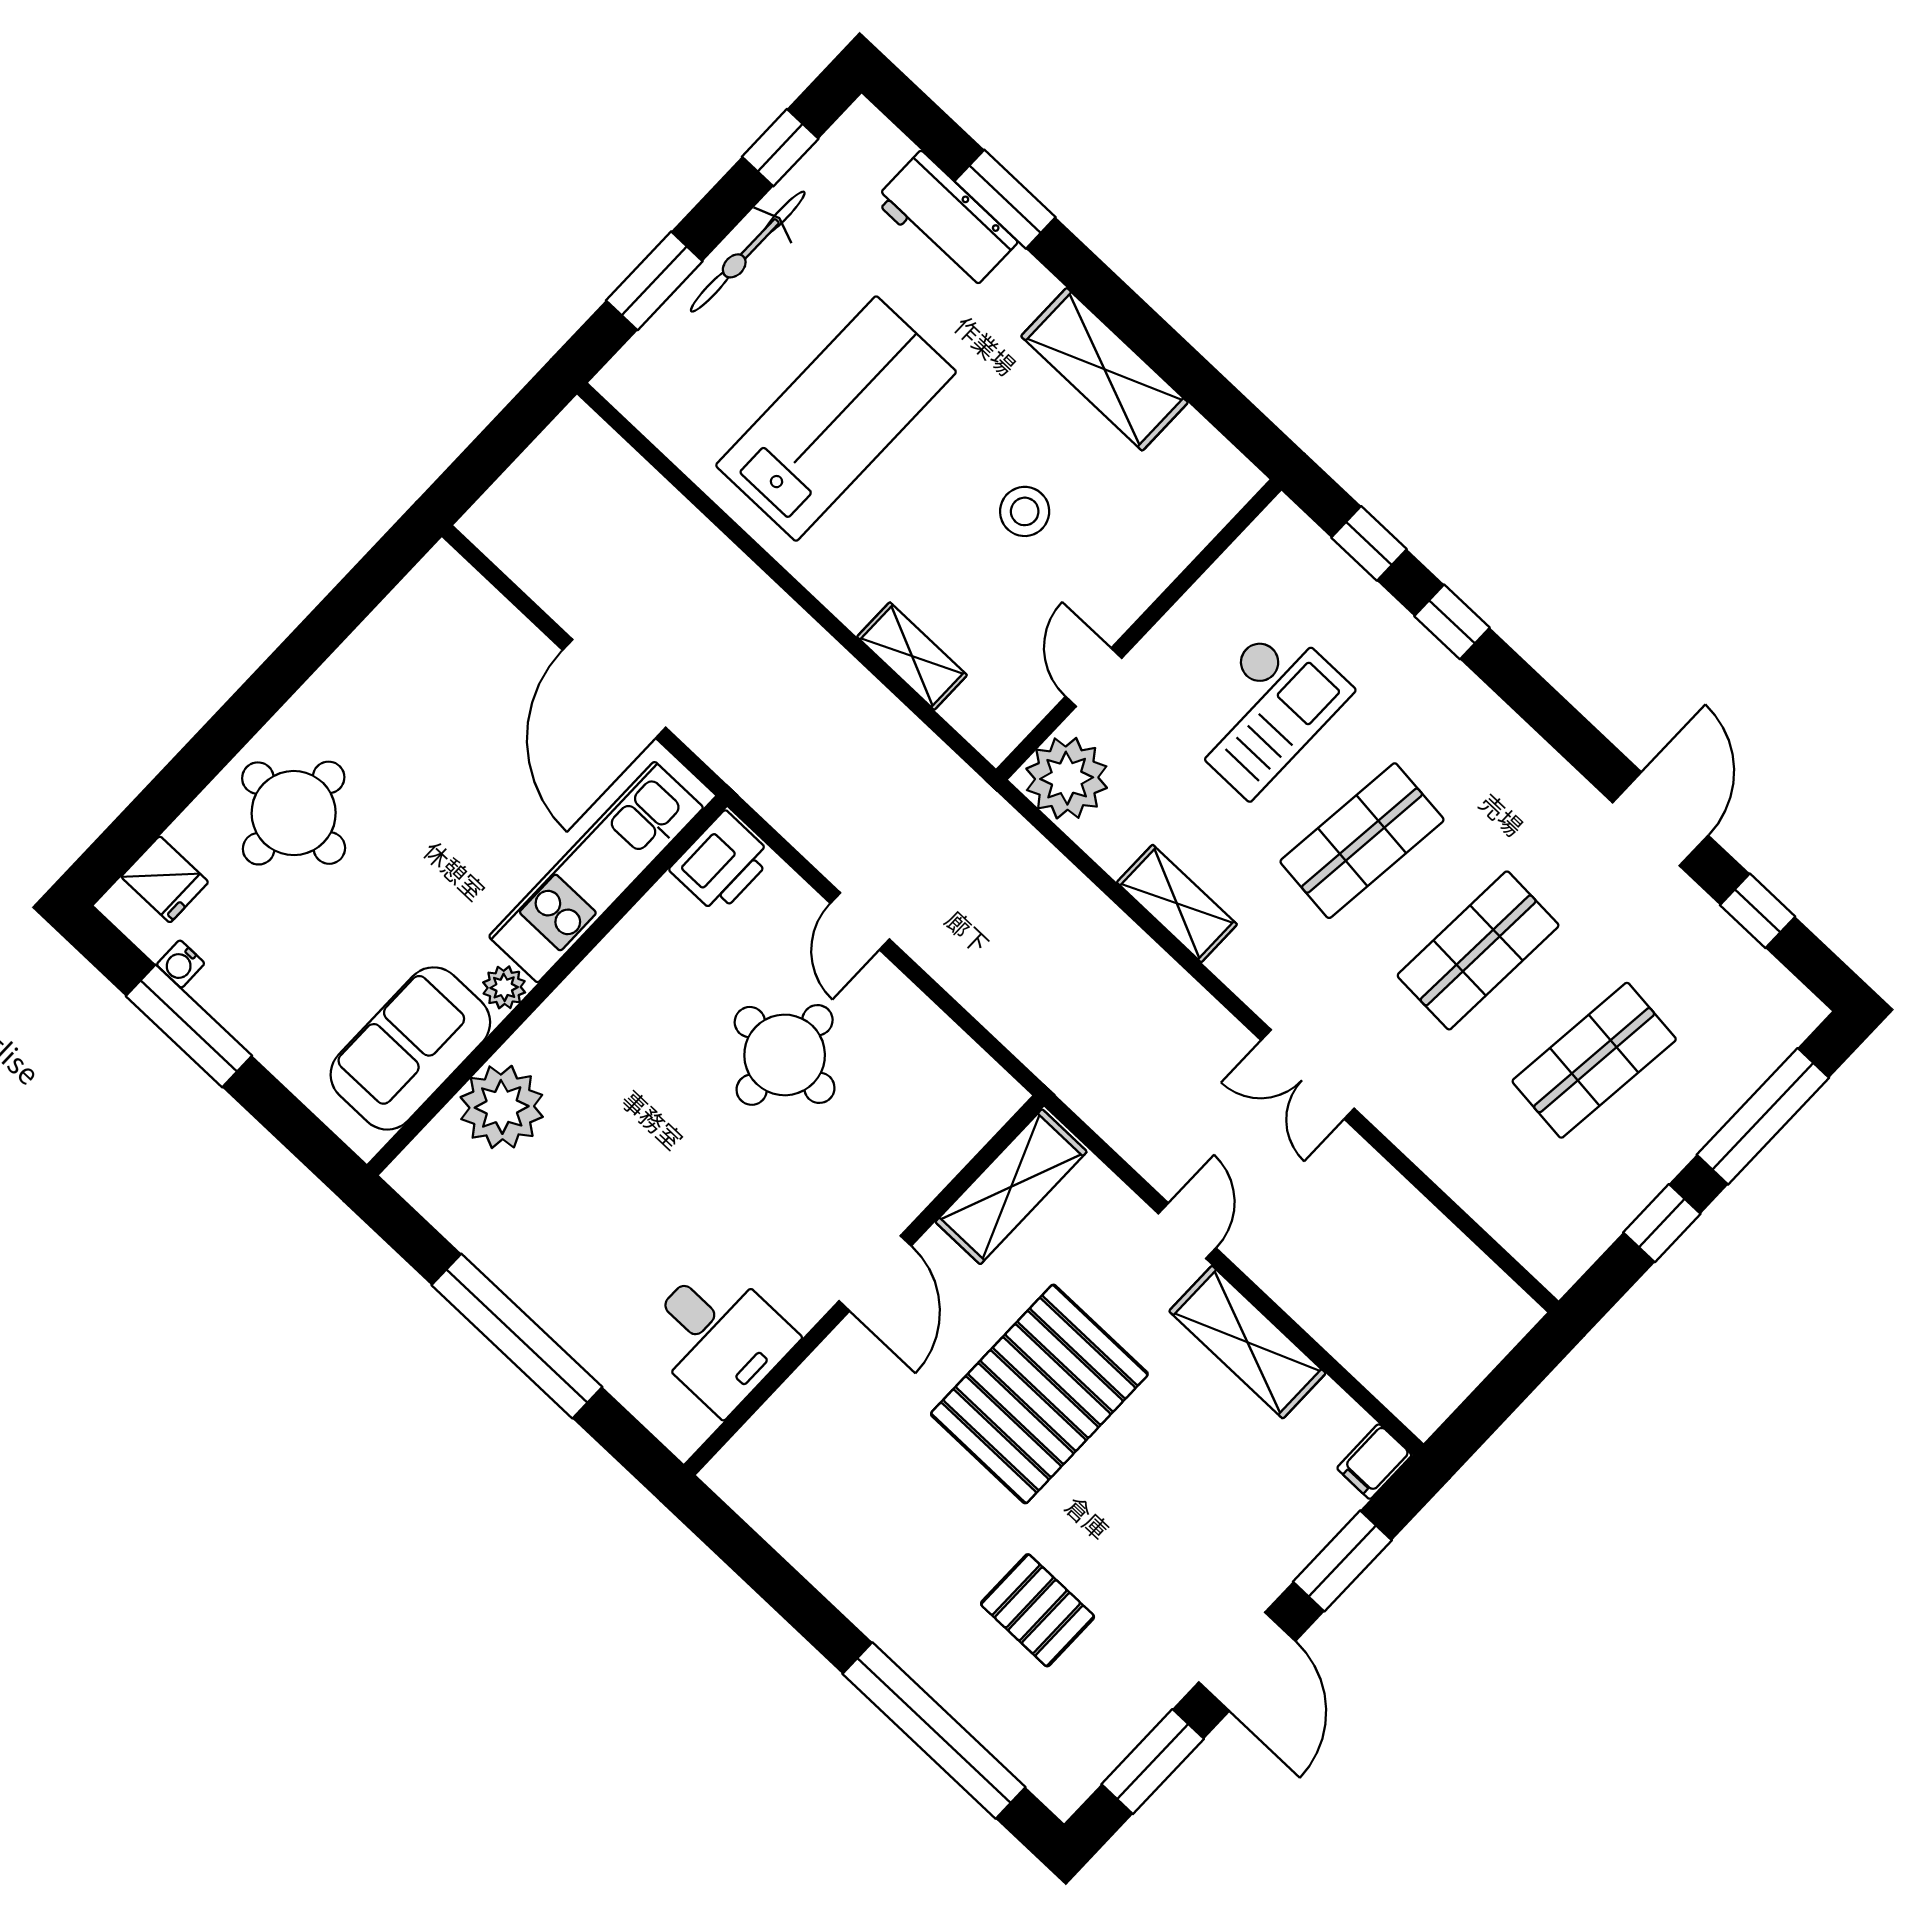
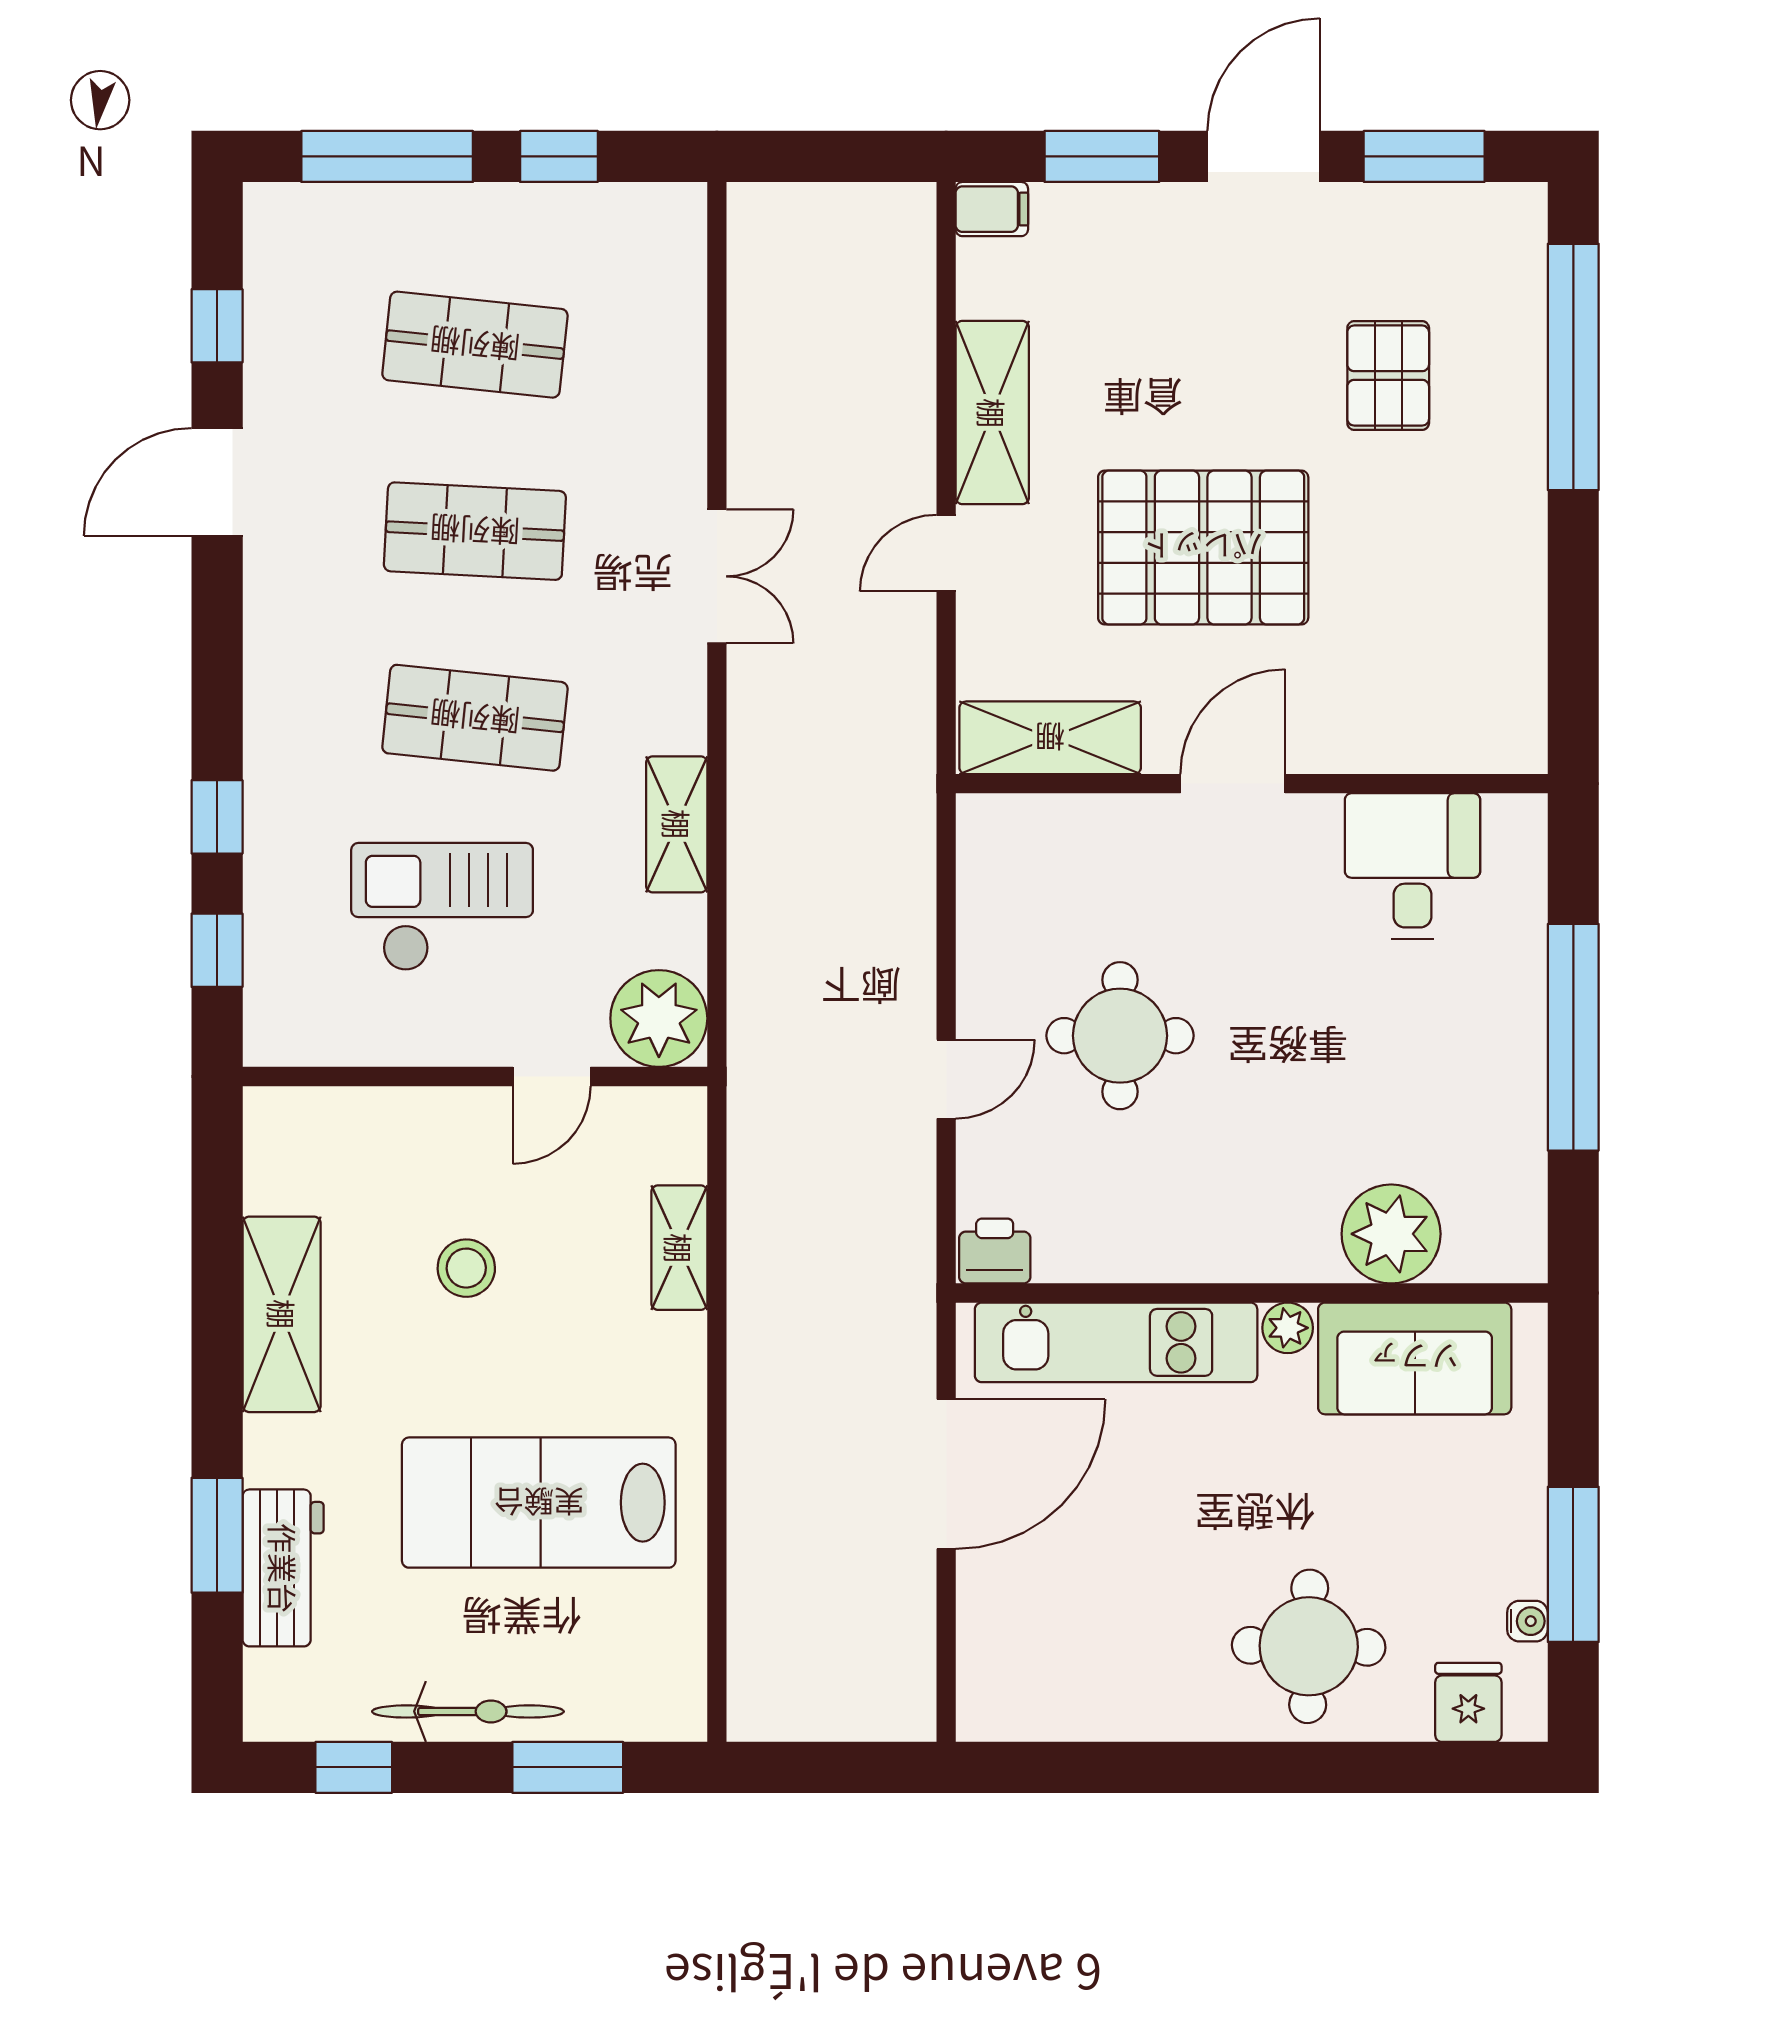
printer: (722, 863) -> (995, 1251), width x0.73, depth x0.81

